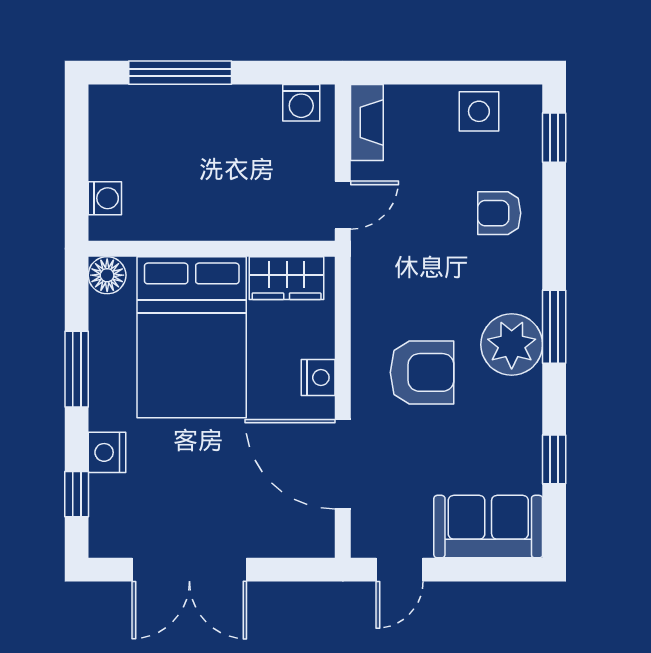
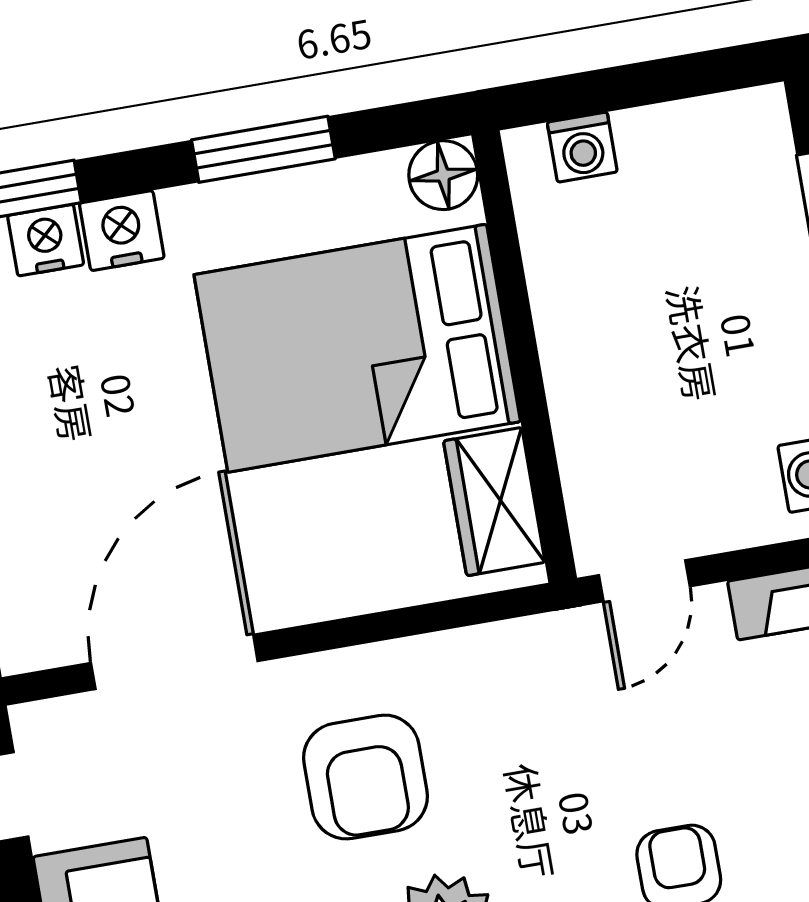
door: (343, 205) -> (644, 581), hinge flipped
nightstand: (318, 378) -> (46, 240), moved, turned 180

